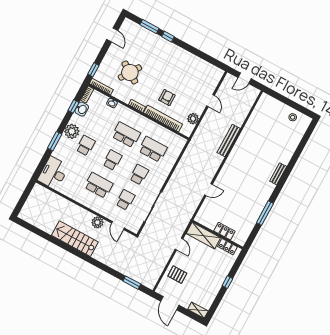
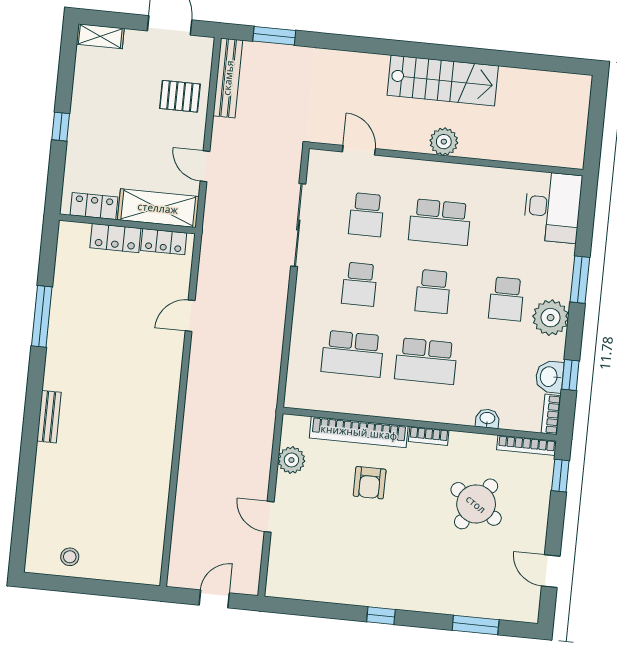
window: (168, 37) -> (381, 616), moved
bench: (229, 140) -> (228, 78), moved
plant: (97, 222) -> (444, 142), moved
locker: (207, 222) -> (164, 242), added

